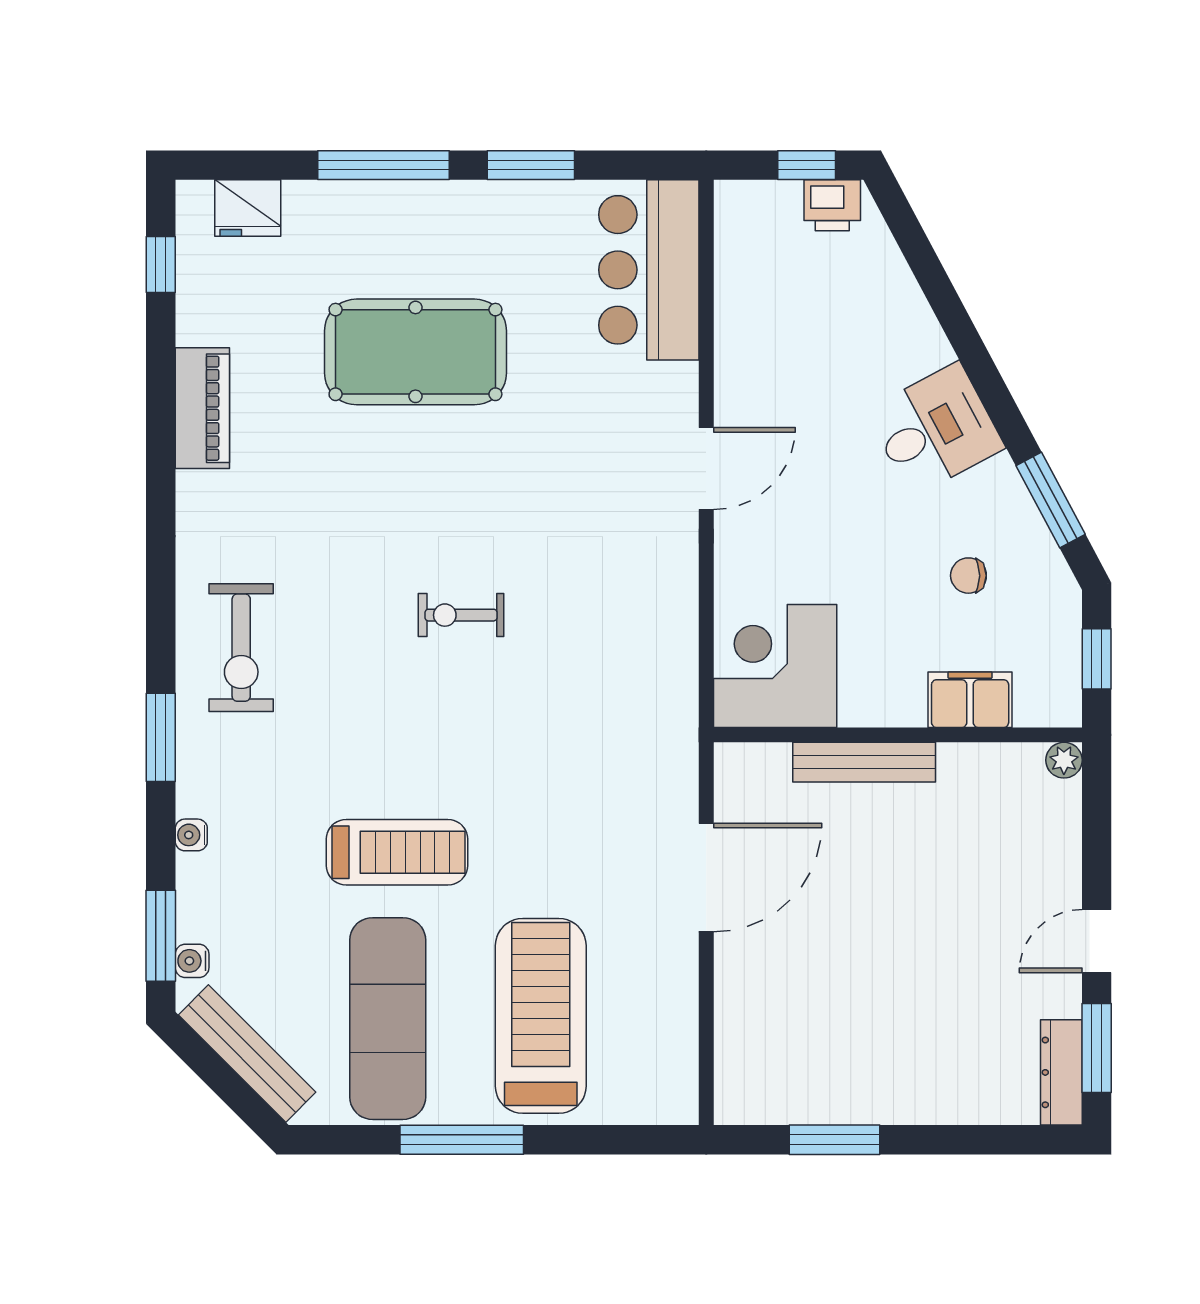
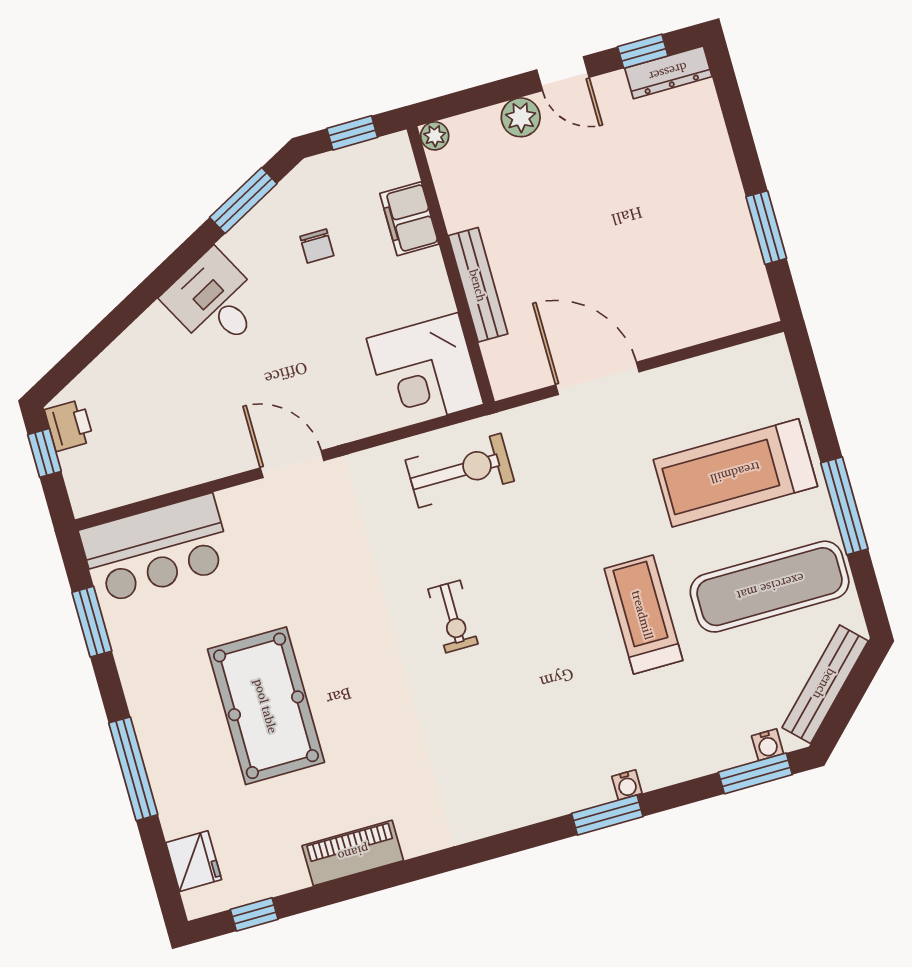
window: (531, 165) -> (92, 622), moved
exercise bike: (241, 648) -> (460, 471), moved
water cooler: (191, 835) -> (627, 785), moved
plant: (1057, 873) -> (521, 117), added
window: (1097, 1048) -> (643, 51), width x0.67

